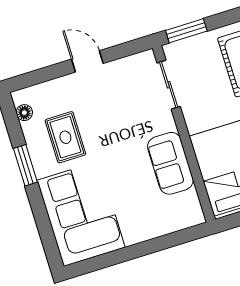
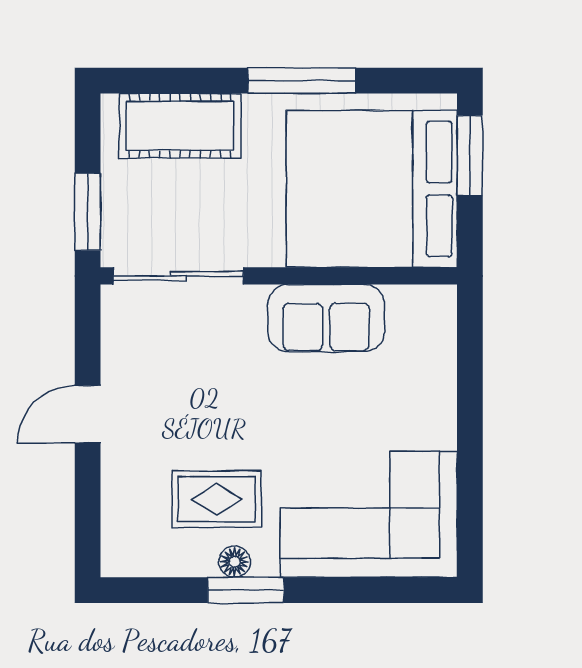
sliding door: (169, 85) -> (178, 276), width x1.37
floor lamp: (24, 113) -> (235, 562), moved

